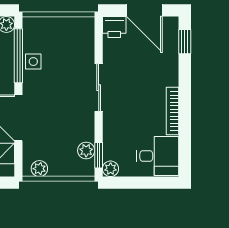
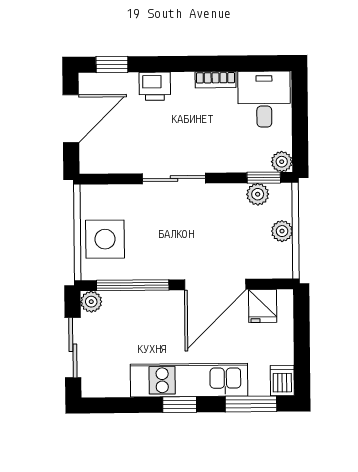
printer: (114, 27) -> (155, 86), moved, turned 90
side table: (33, 62) -> (105, 239), moved, width x1.87, depth x1.87
bookcase: (173, 111) -> (216, 80), width x0.64
plant: (39, 169) -> (282, 231), moved

